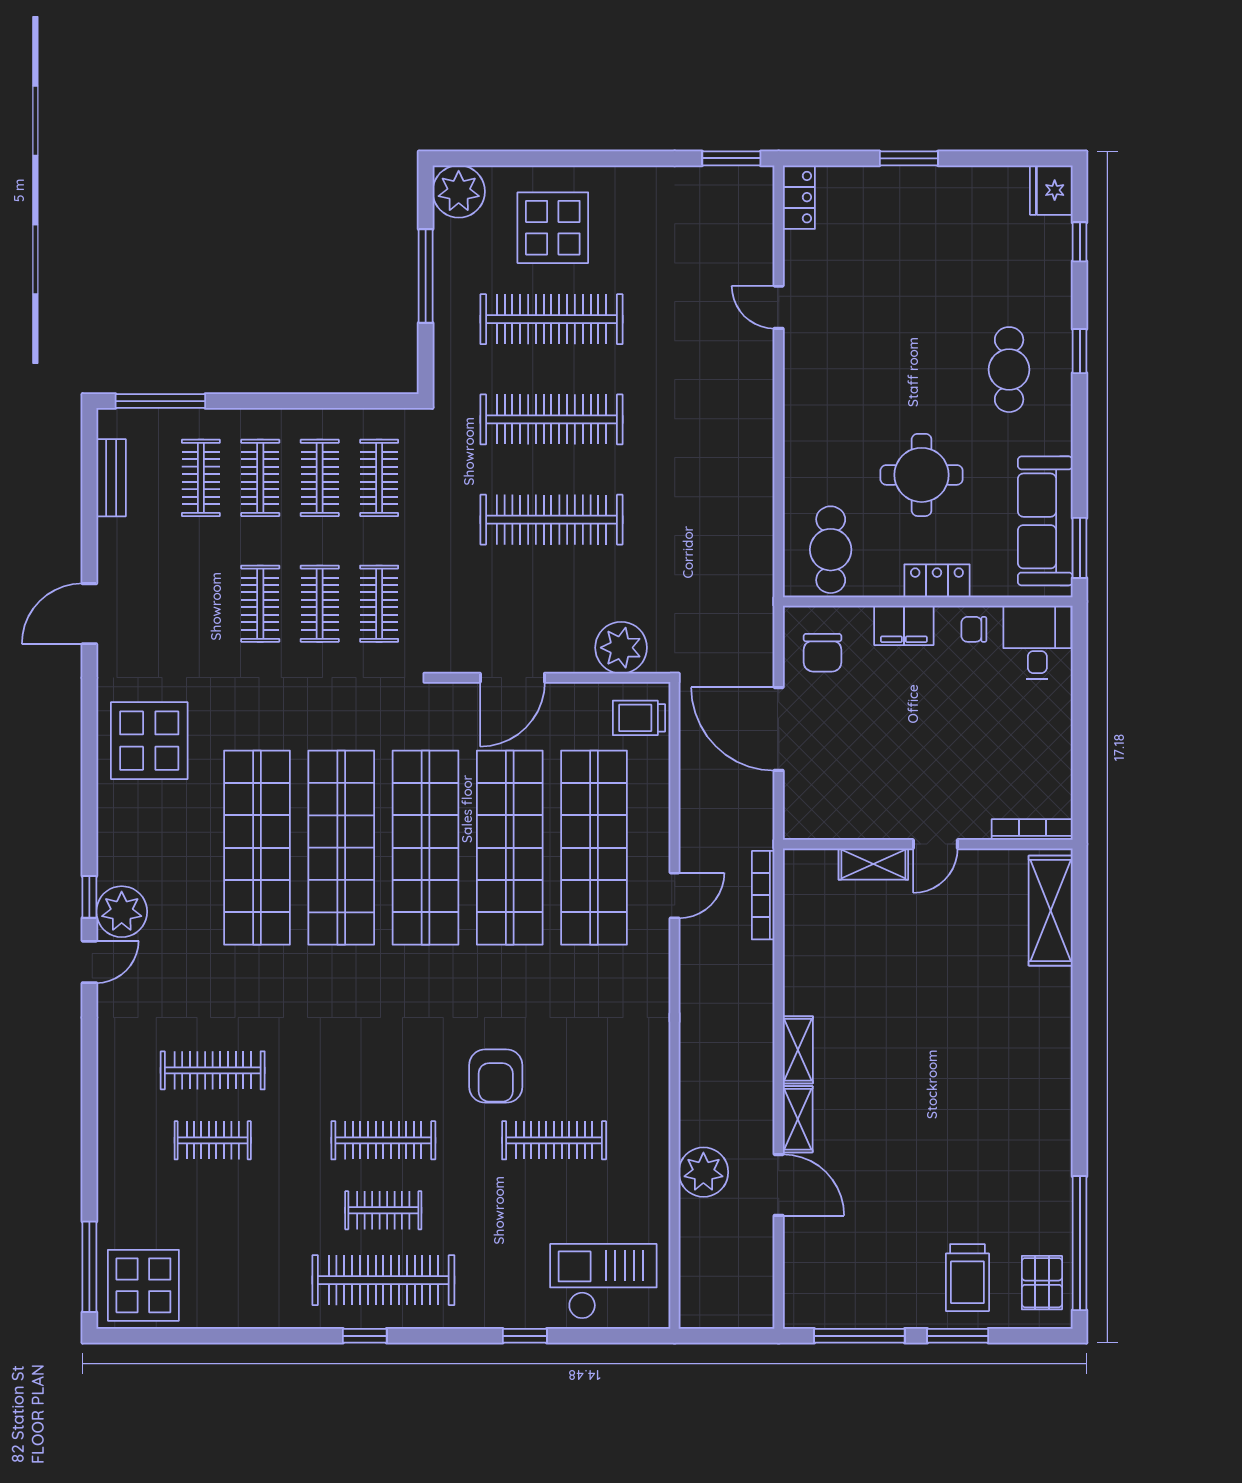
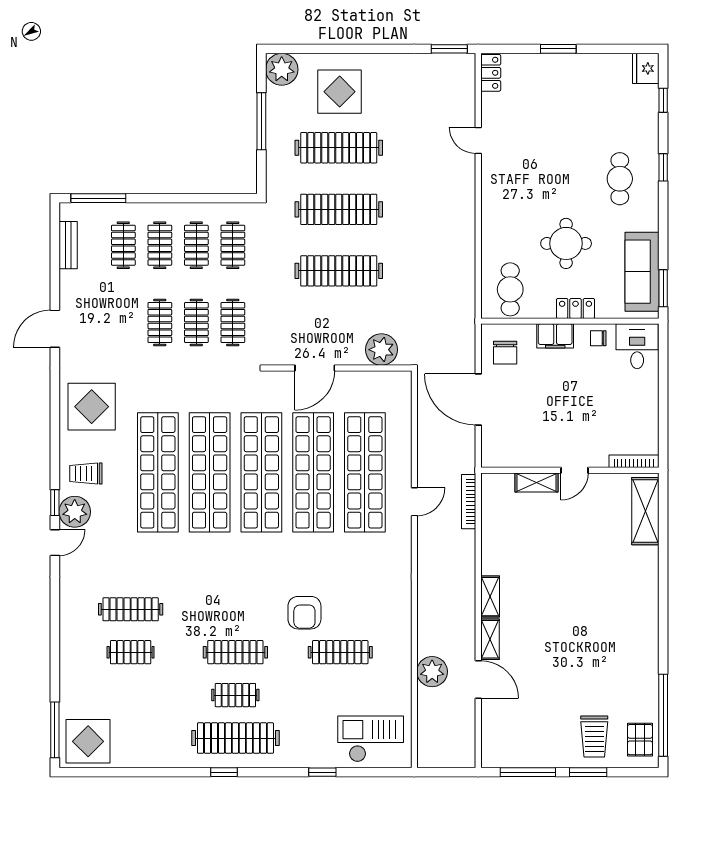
trolley: (639, 718) -> (86, 474), moved

